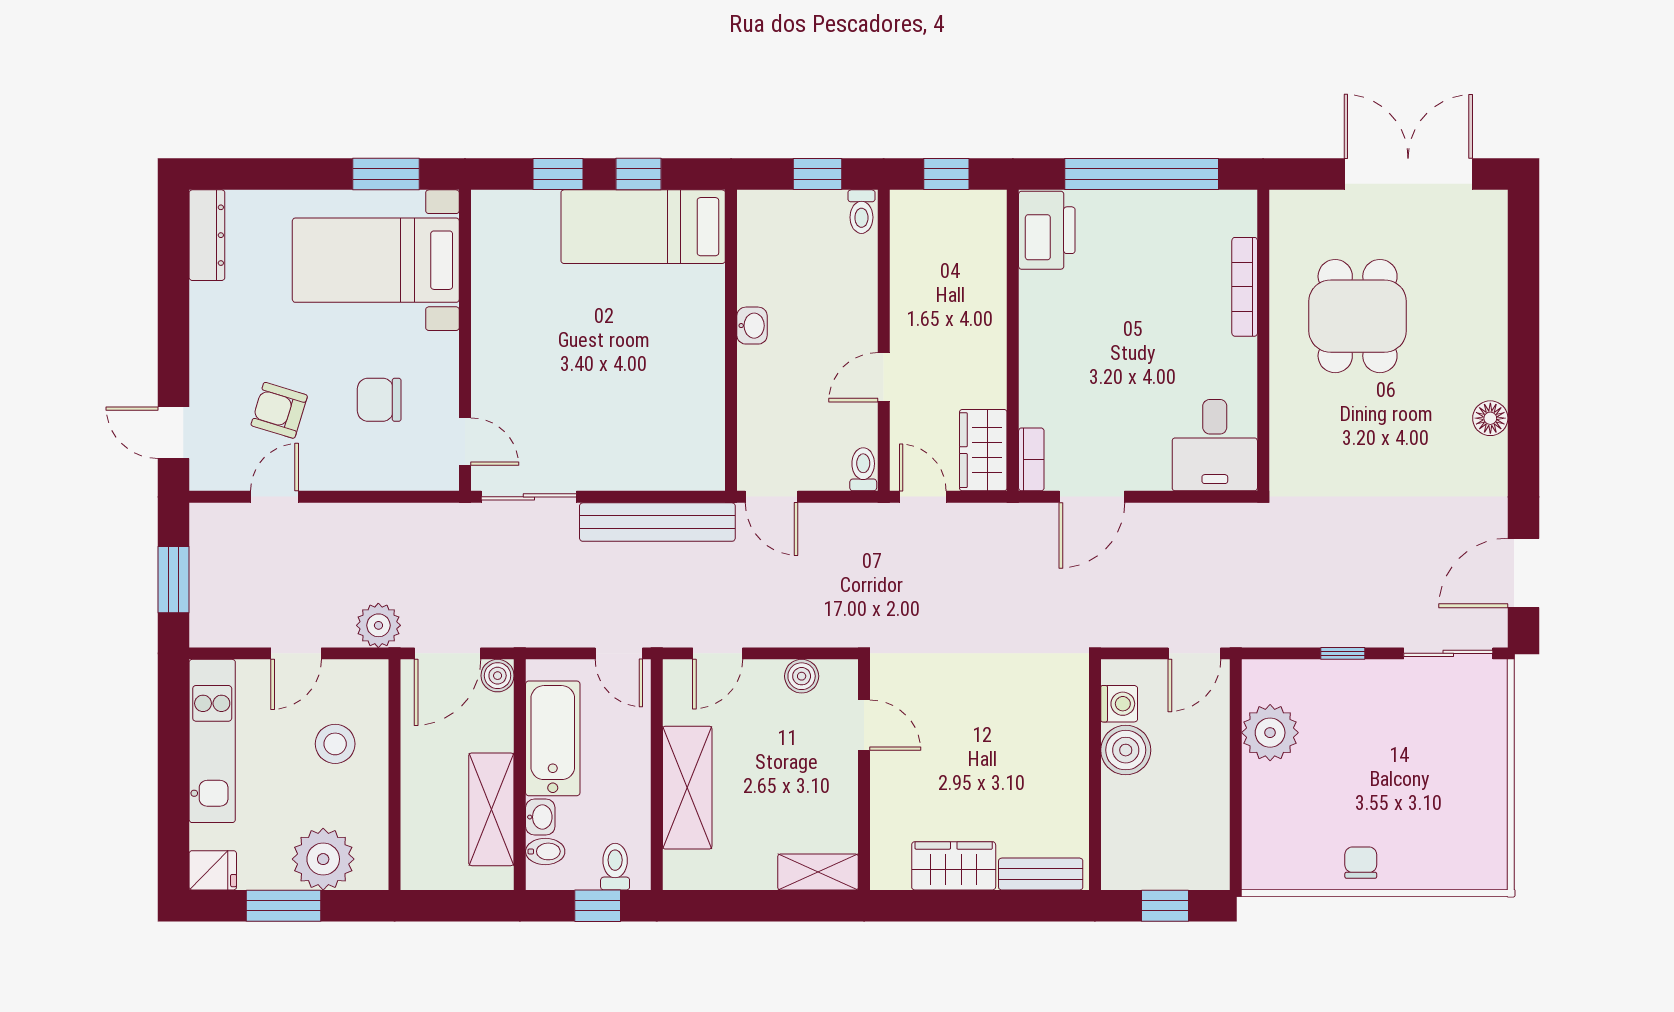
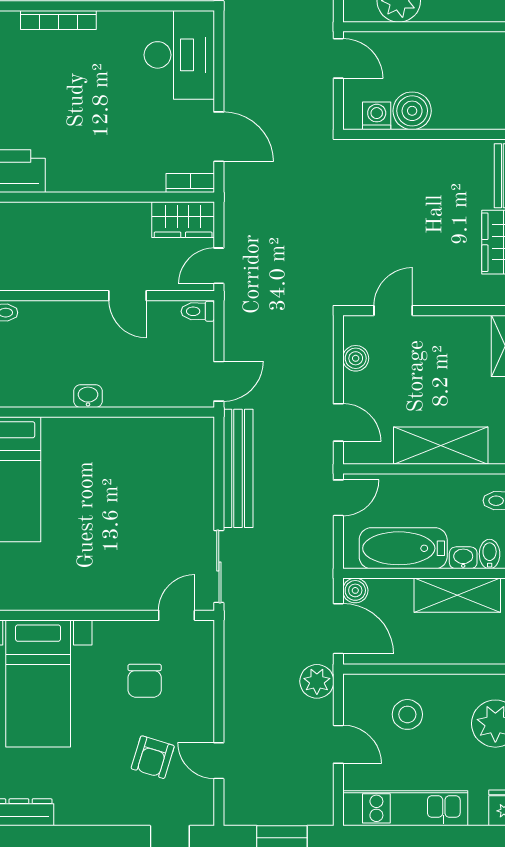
desk: (1215, 445) -> (179, 55), width x1.37

